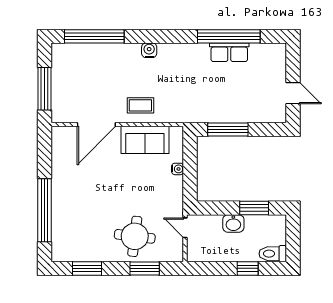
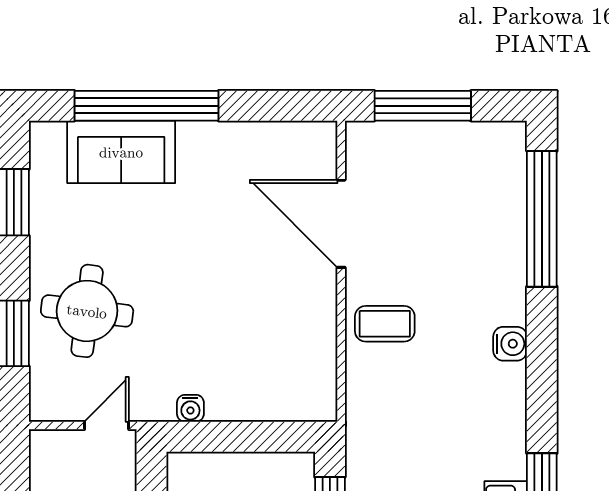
coffee table: (140, 105) -> (385, 324), turned 90
sofa: (145, 140) -> (121, 152), moved, turned -90
water cooler: (178, 169) -> (190, 408), moved

